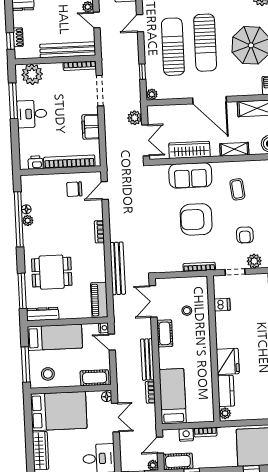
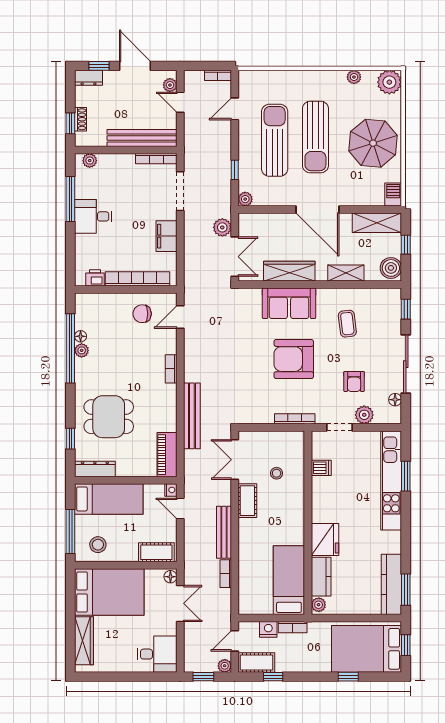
plant: (32, 74) -> (90, 161), width x0.53, depth x0.53
window: (22, 291) -> (70, 439), width x0.46
bed: (173, 396) -> (289, 580), moved

